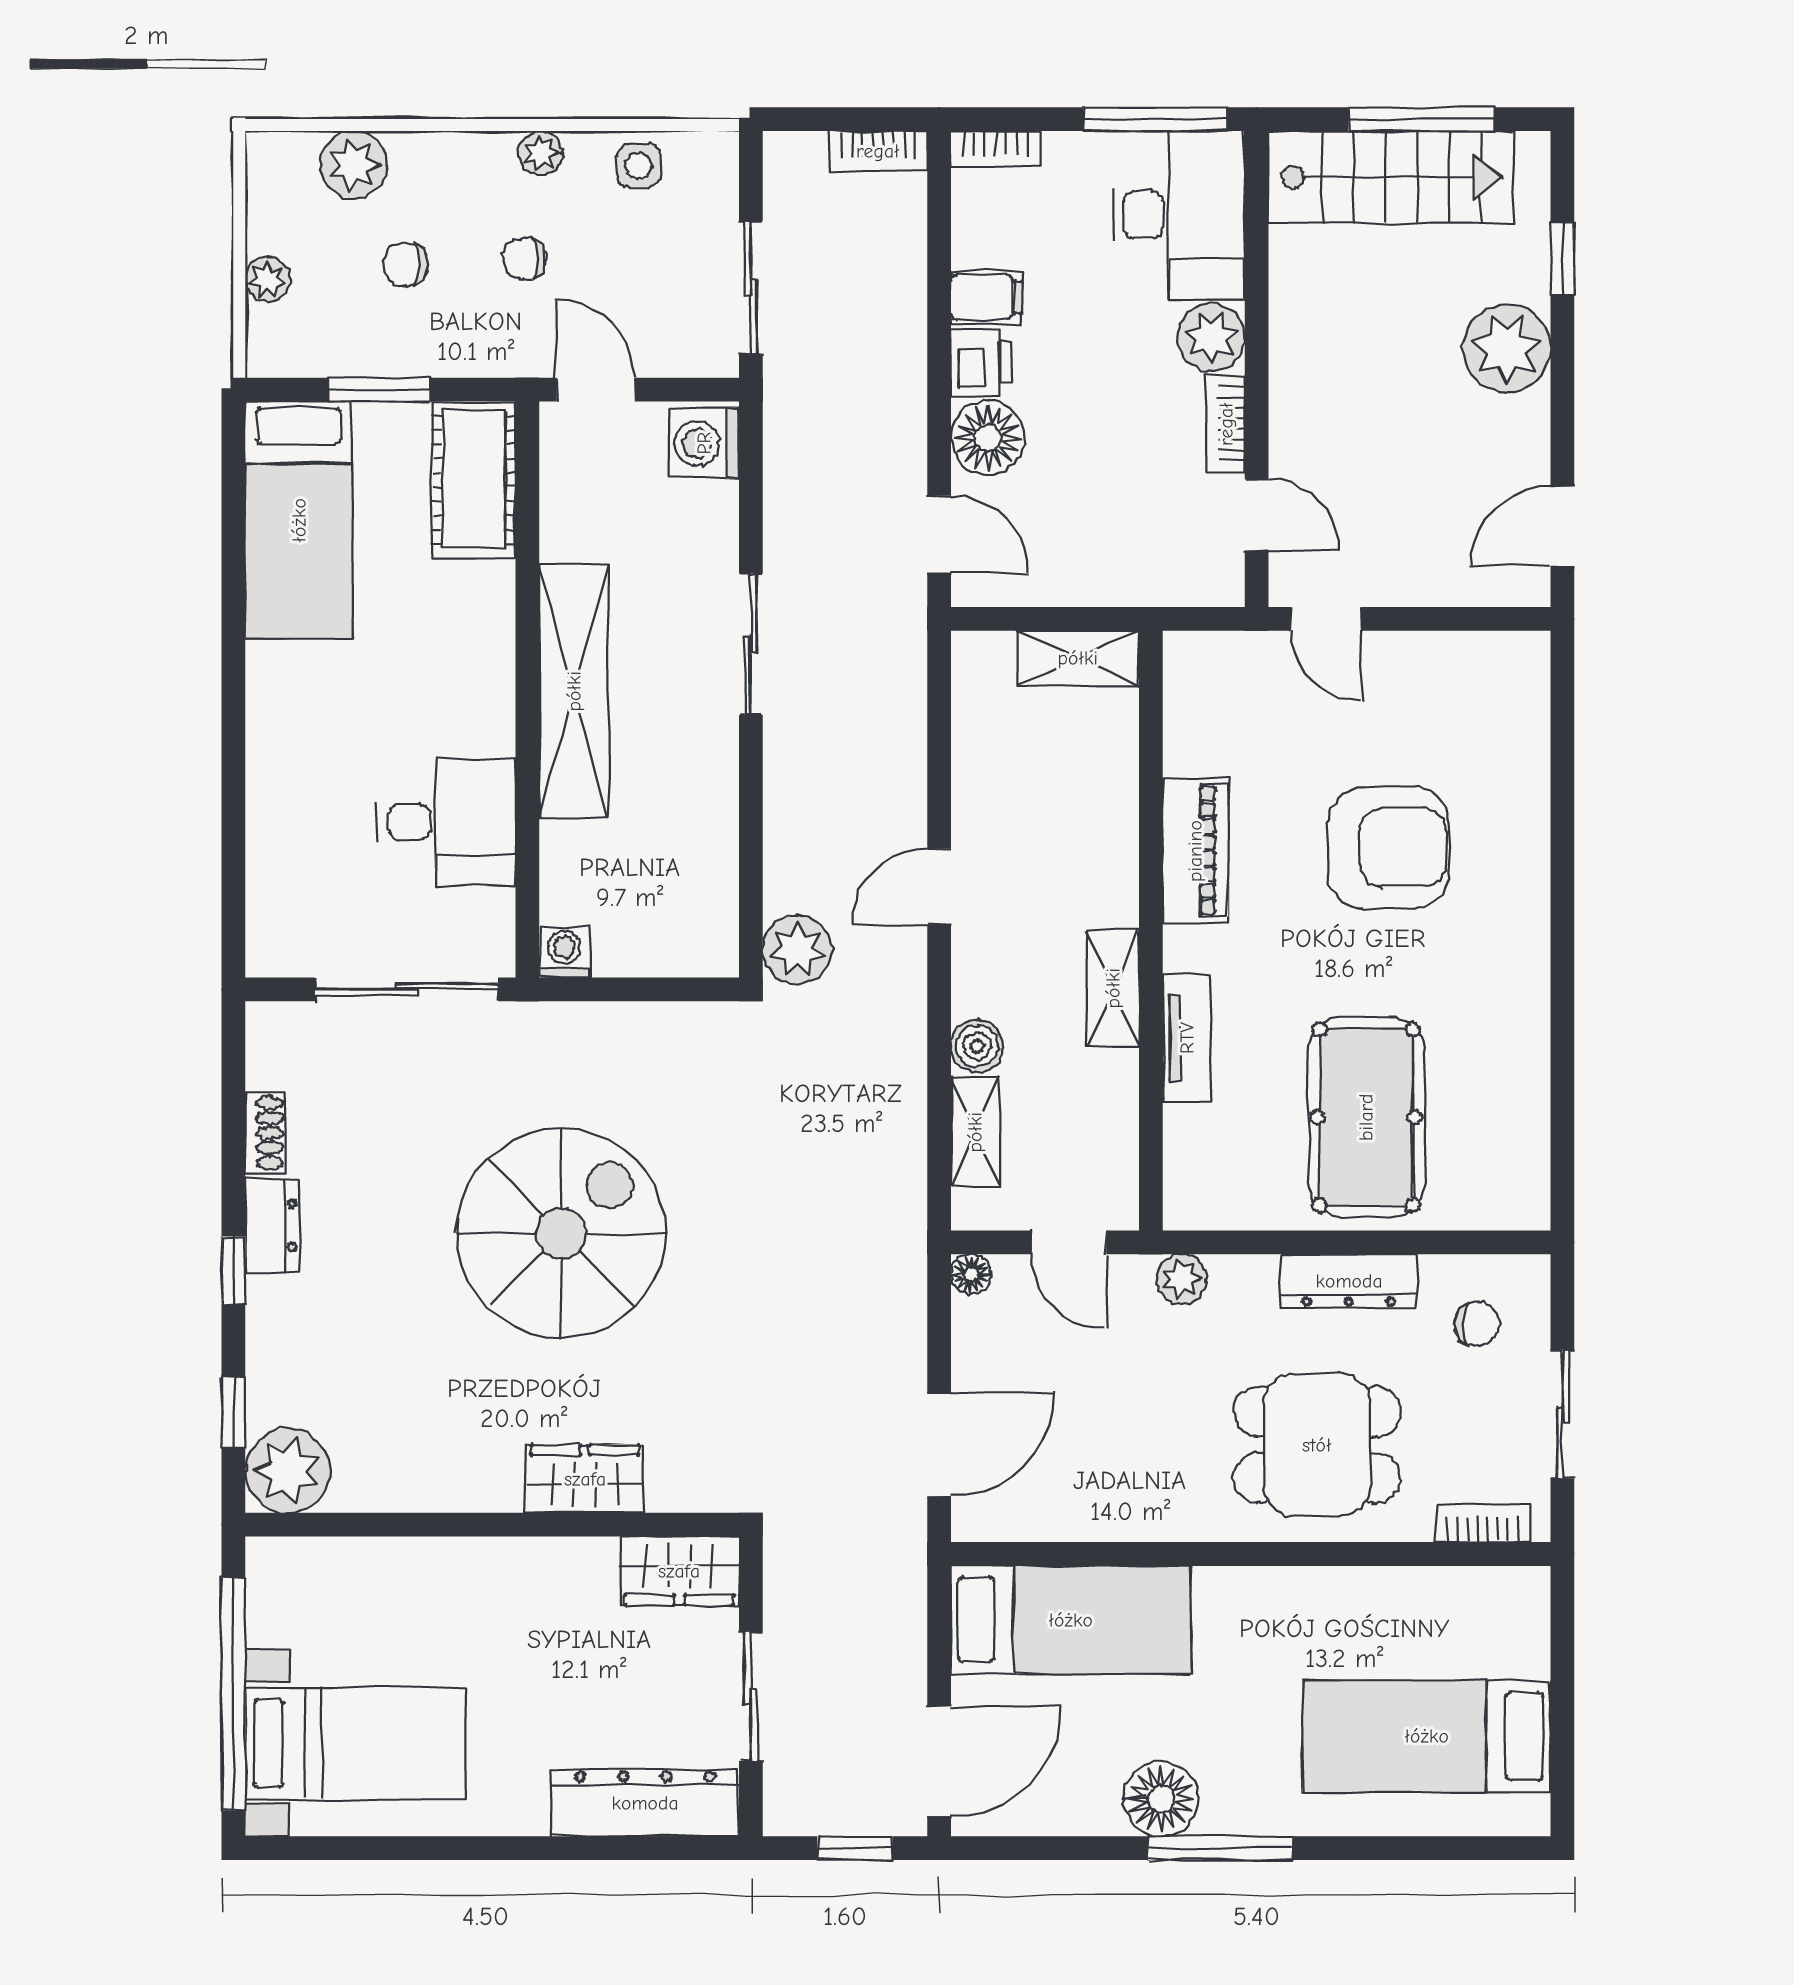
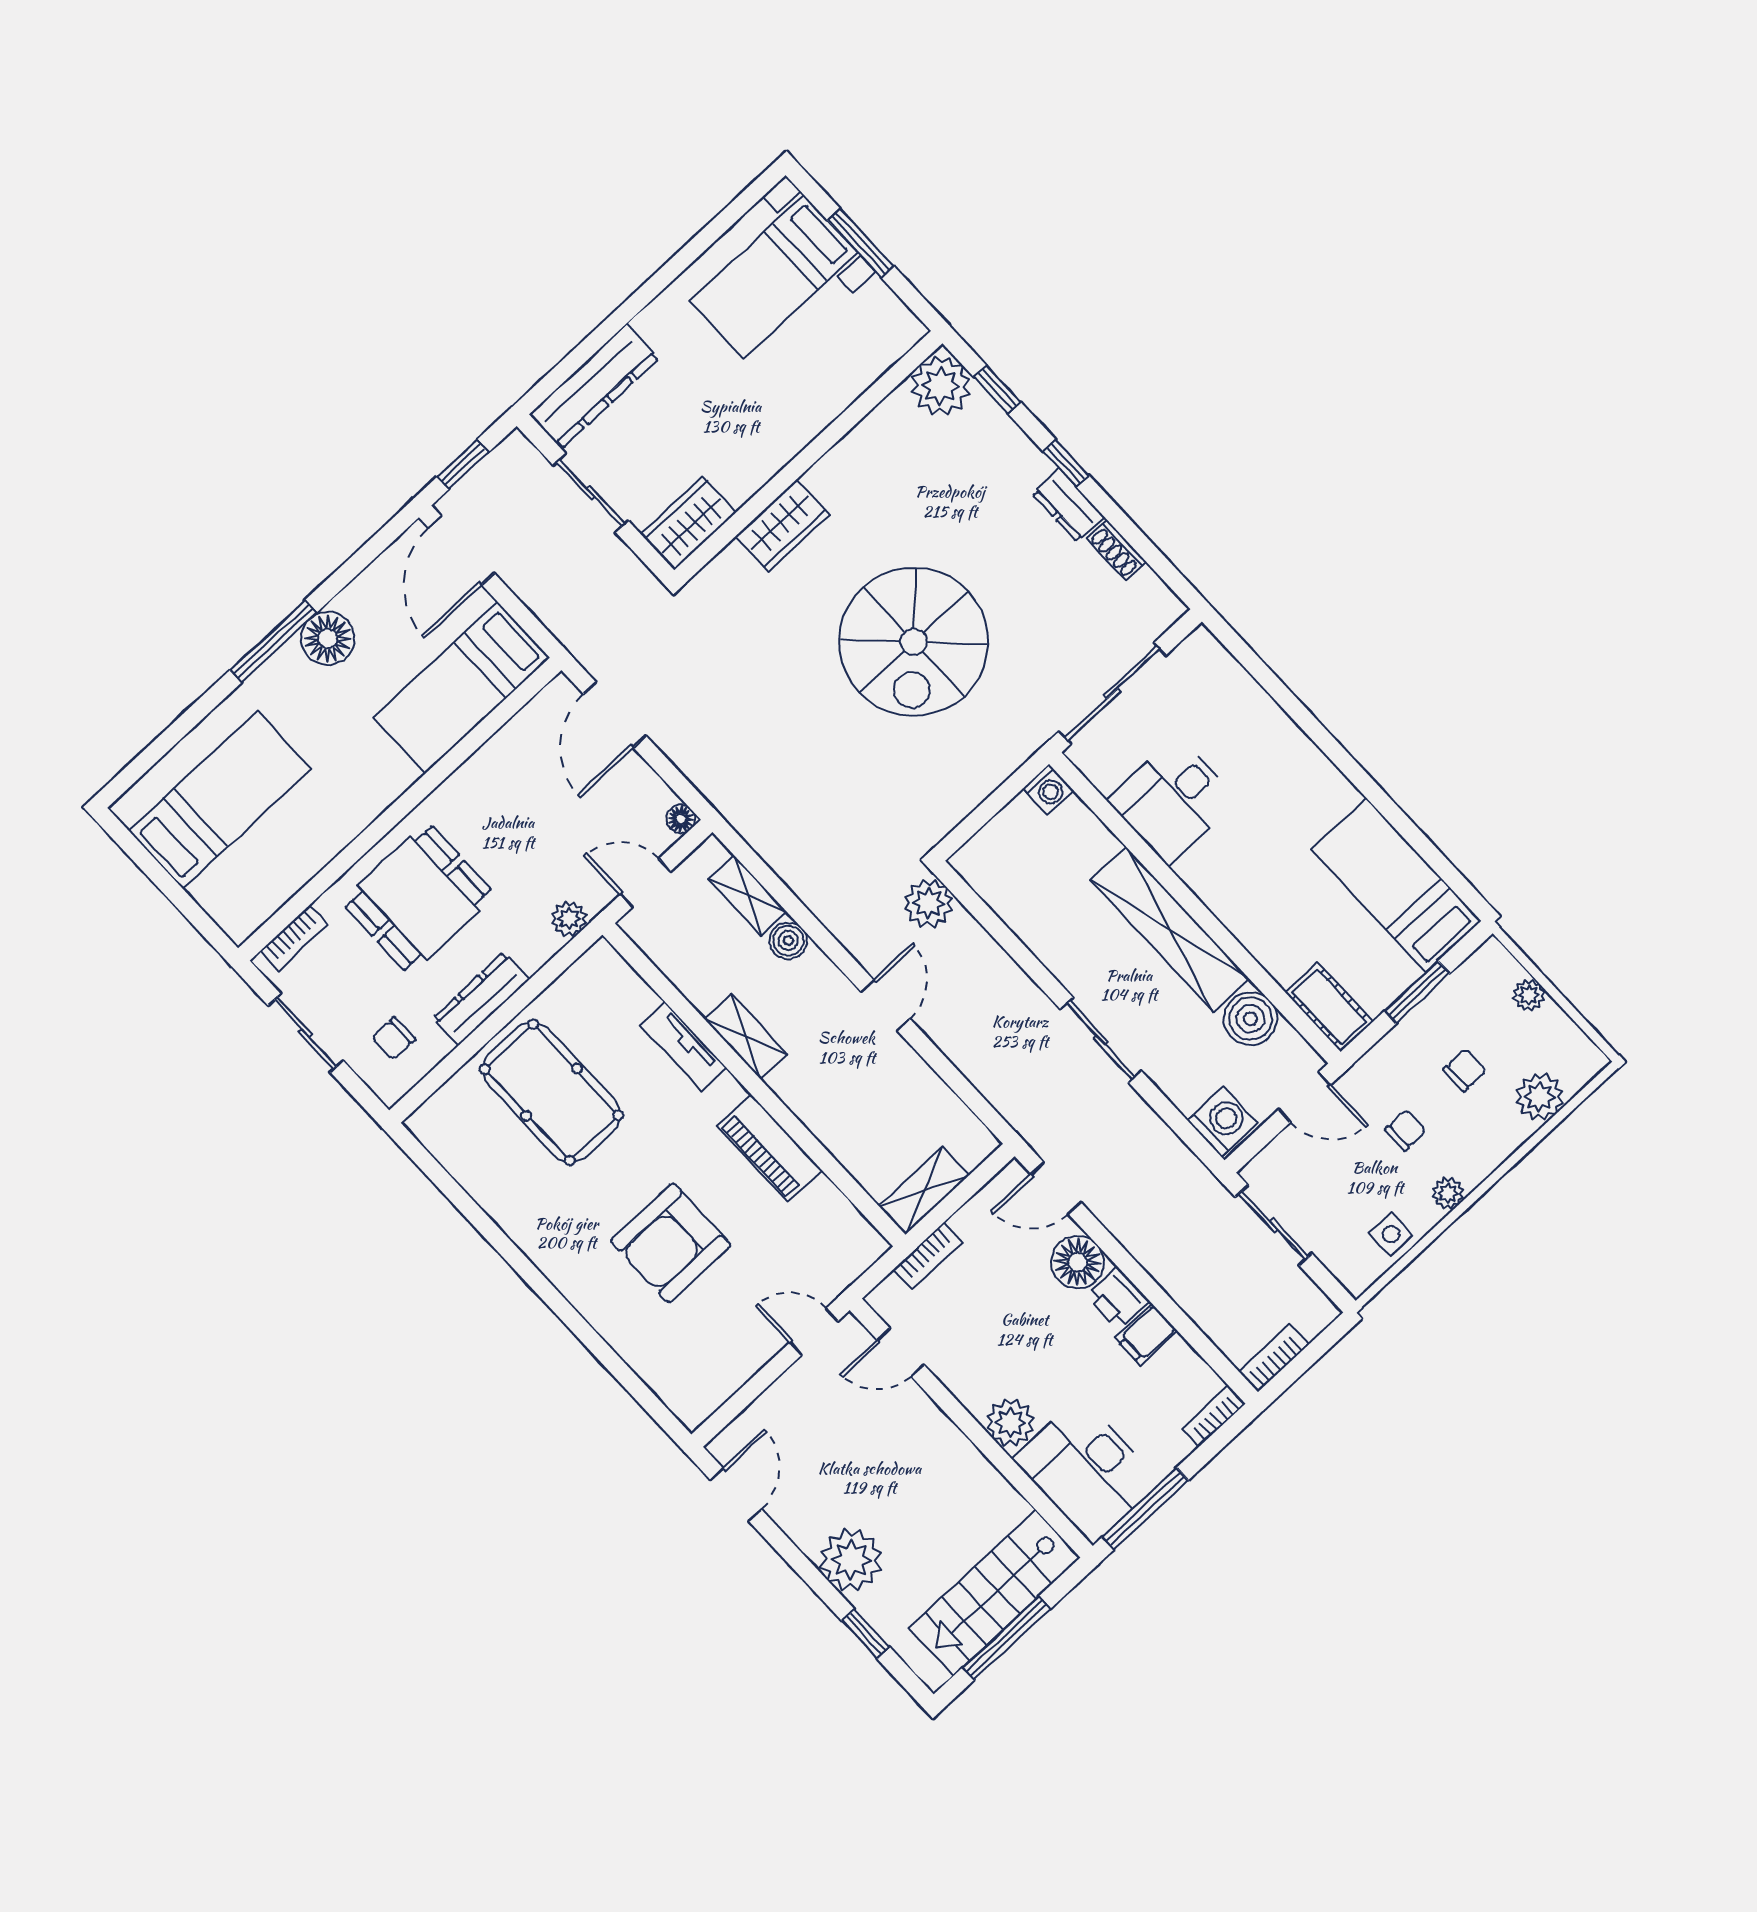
bookcase: (1226, 424) -> (928, 1256), moved, turned 90
cot: (474, 480) -> (1329, 1007), width x0.73, depth x0.75
boiler: (576, 522) -> (1250, 1019), added
window: (233, 1694) -> (861, 243), width x0.47

